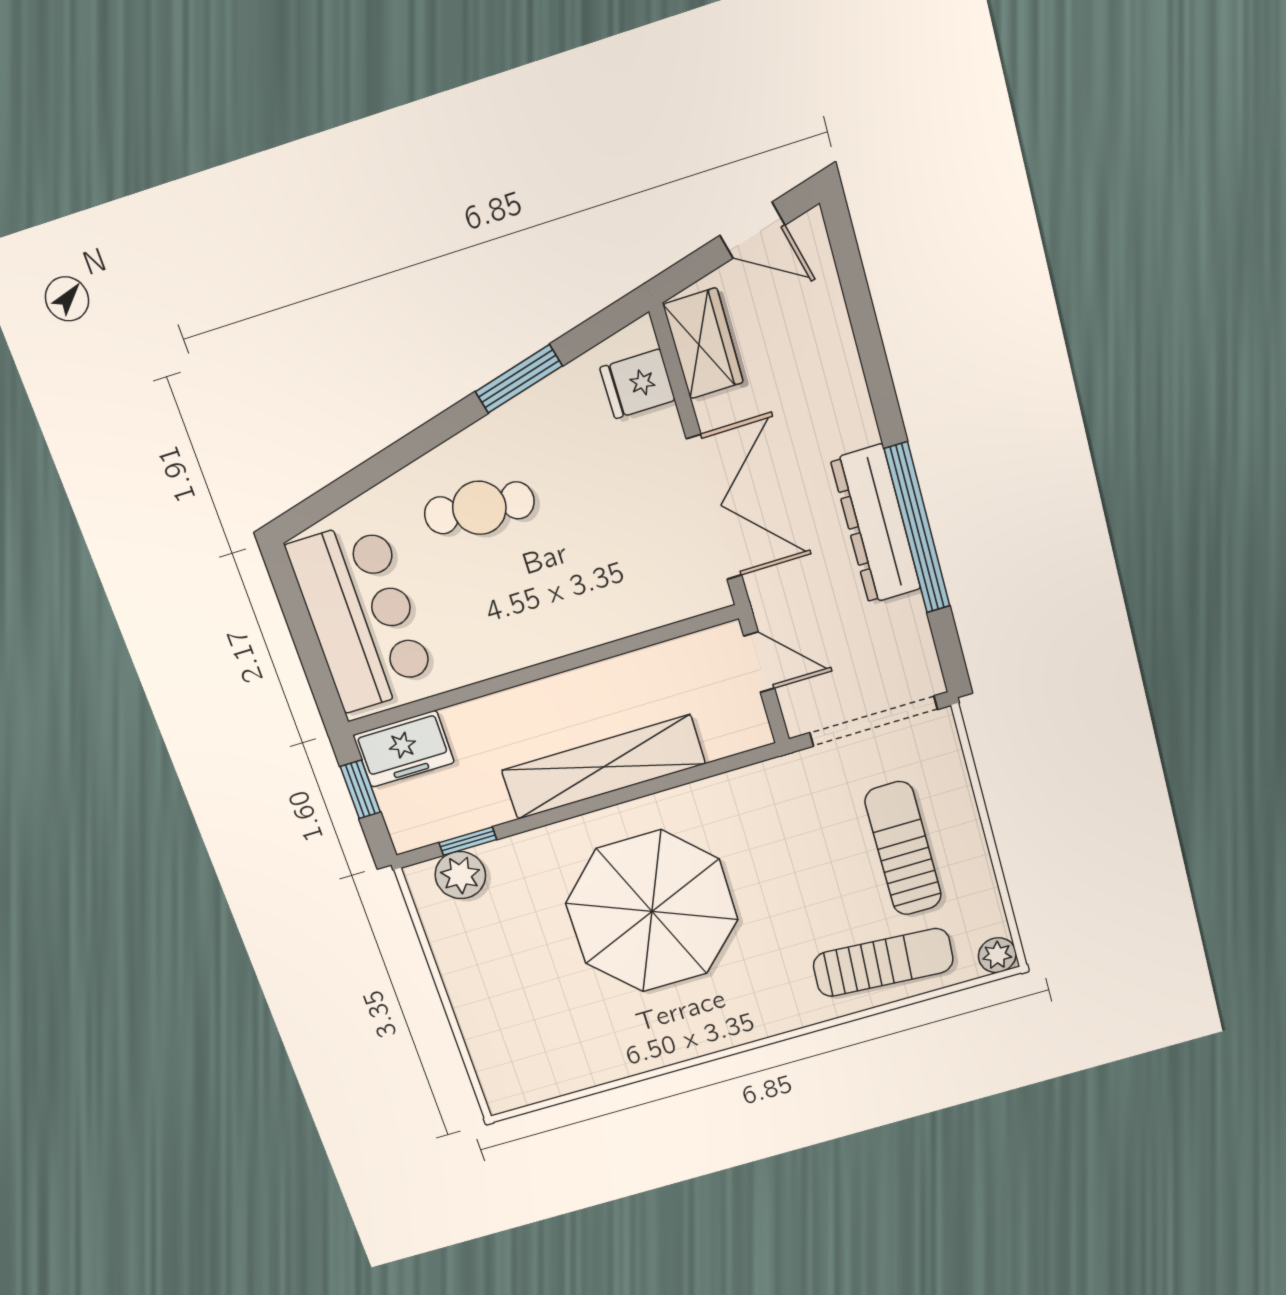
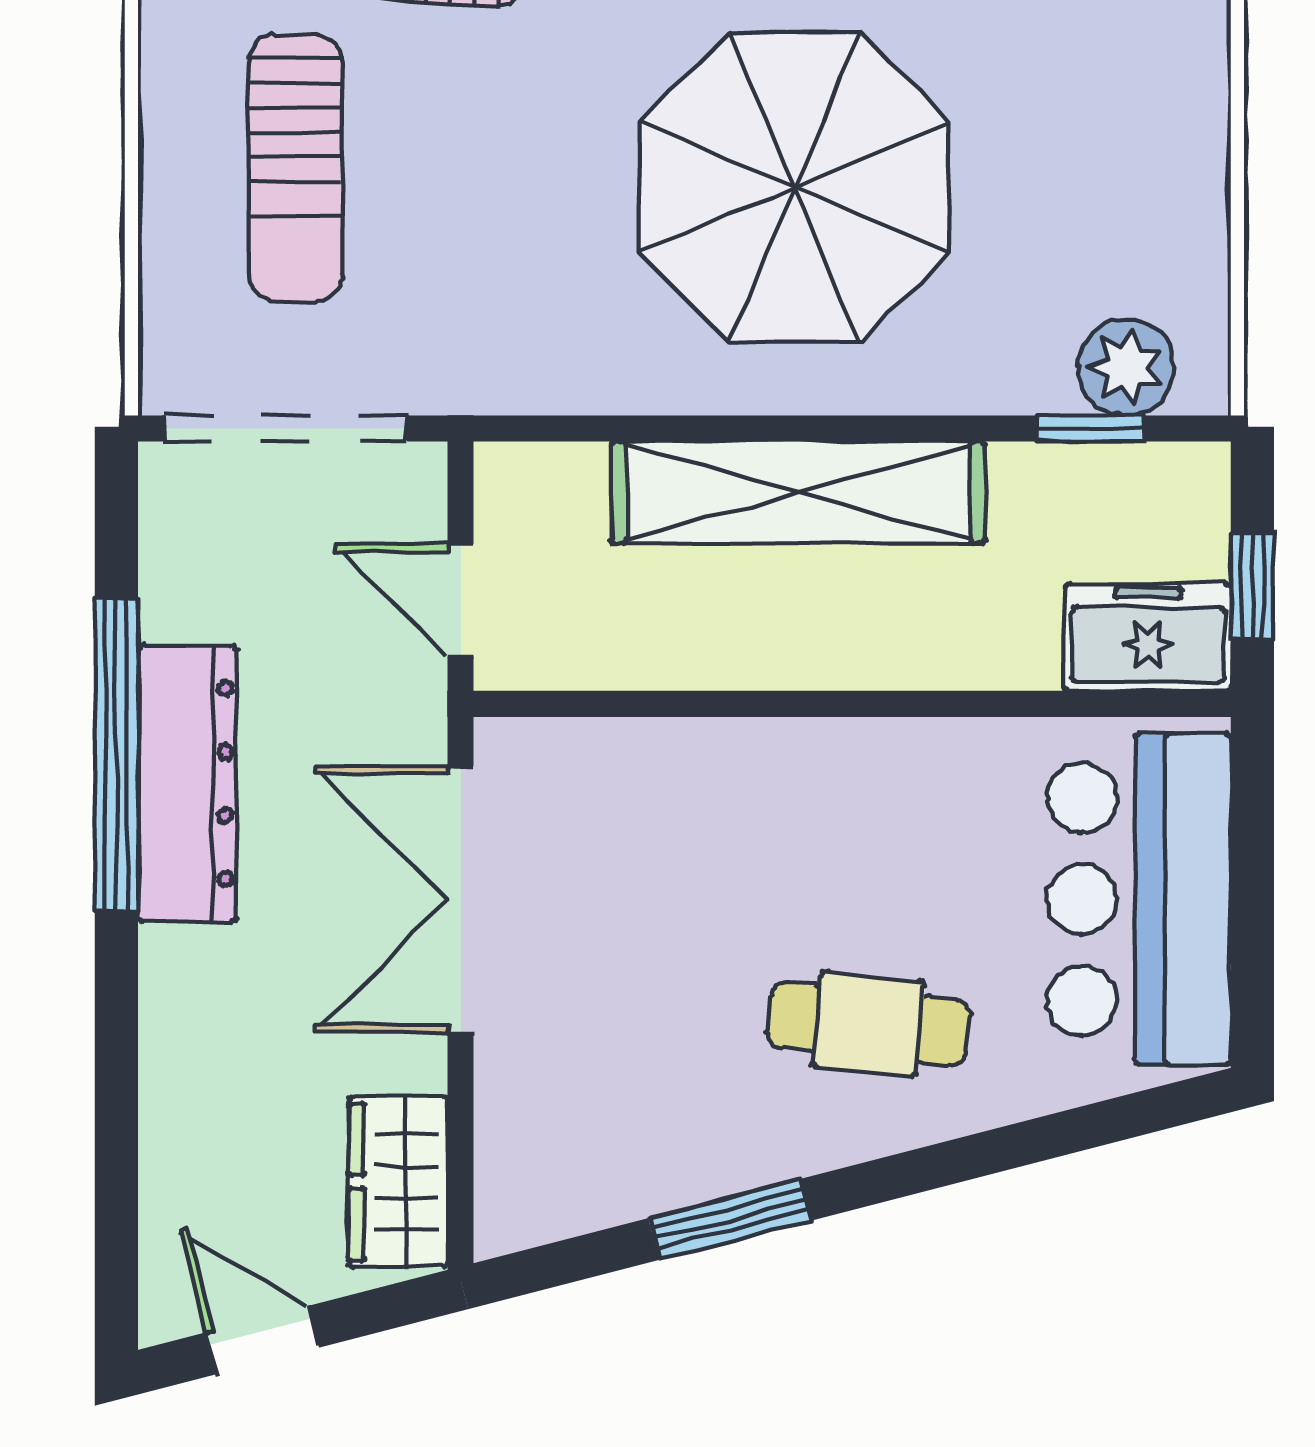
fridge: (638, 384) -> (530, 1149), removed

